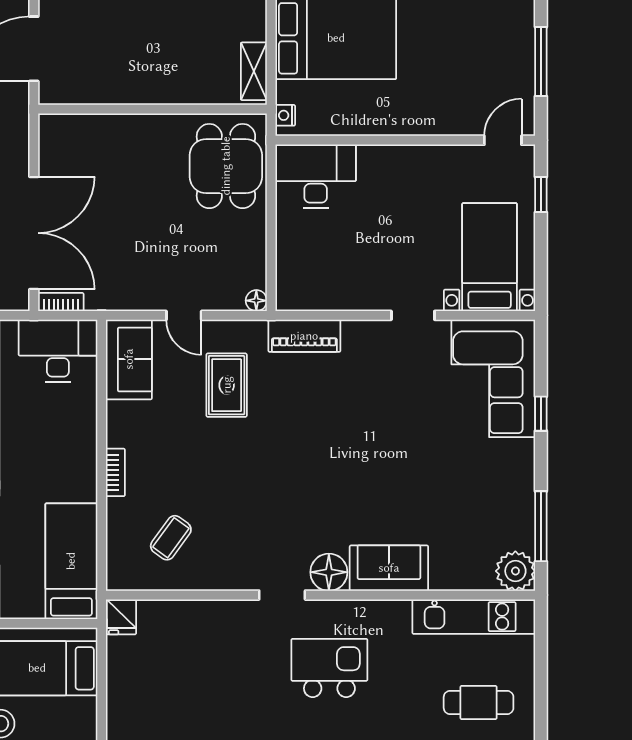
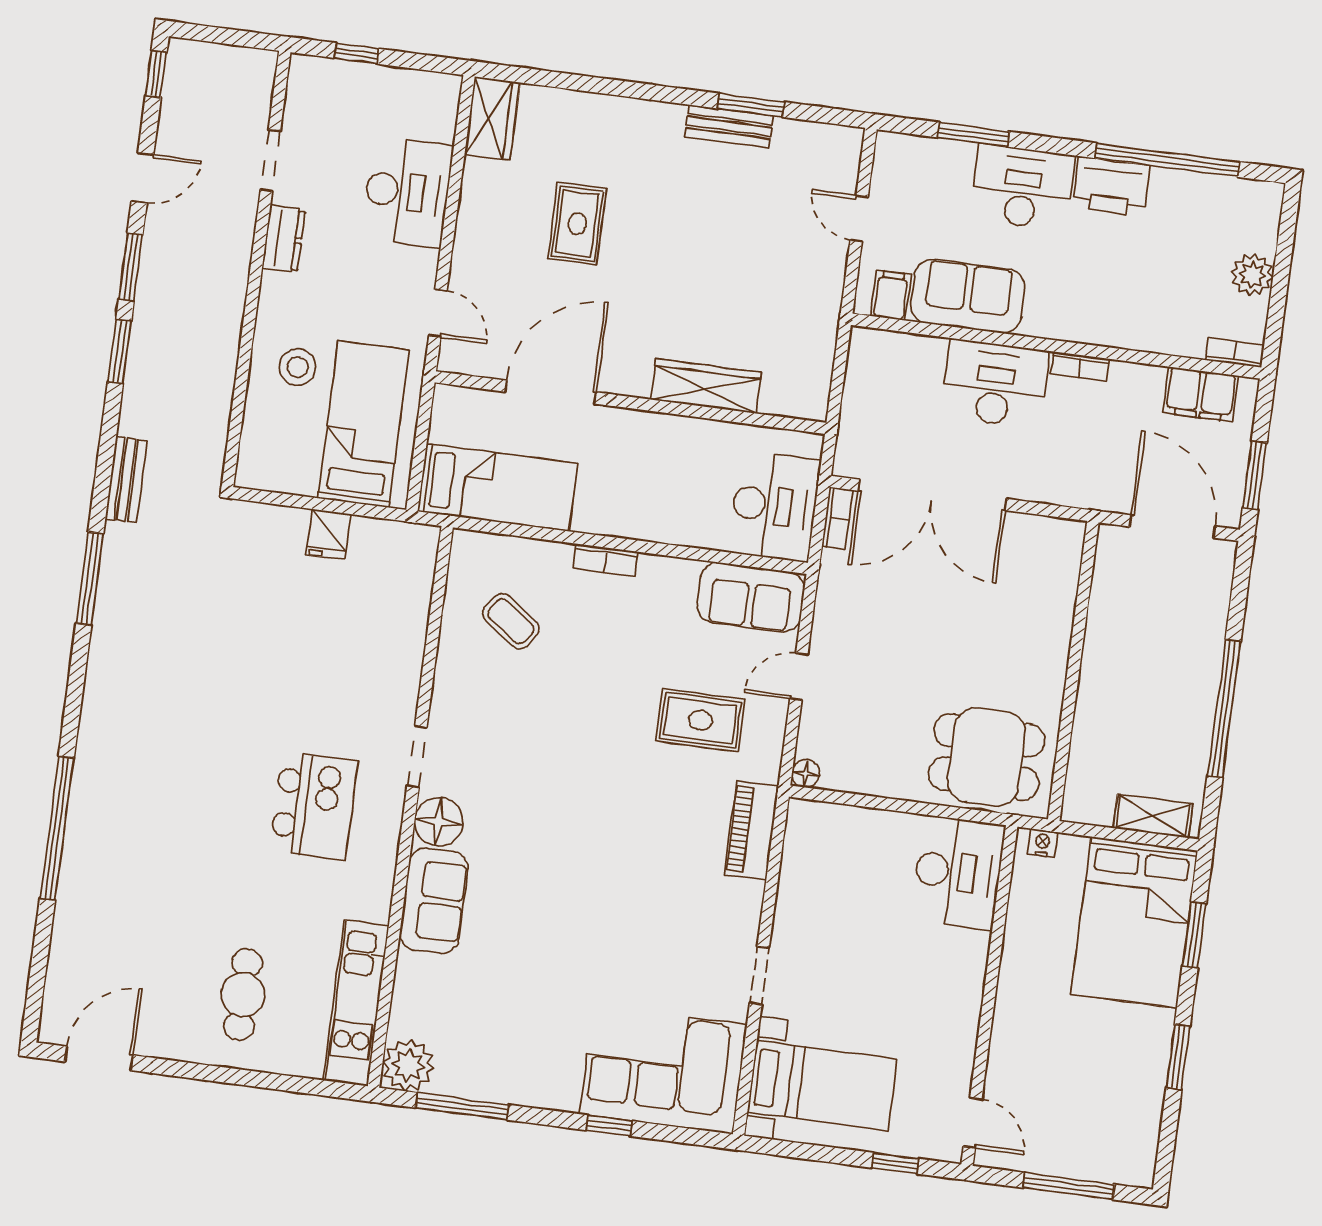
shelving: (254, 71) -> (1153, 816), moved
fridge: (121, 617) -> (328, 534), moved, turned -90

